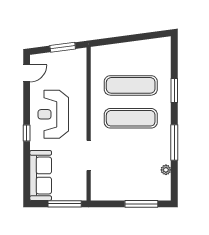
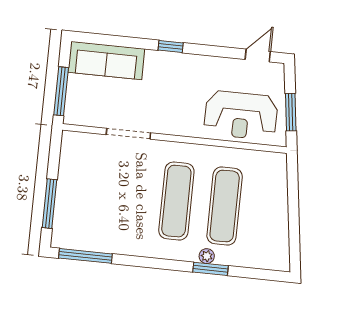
door: (27, 73) -> (258, 55), swing flipped
reception desk: (53, 114) -> (241, 115), moved, turned 180
window: (174, 142) -> (85, 256), moved
plant: (166, 170) -> (207, 256), moved

